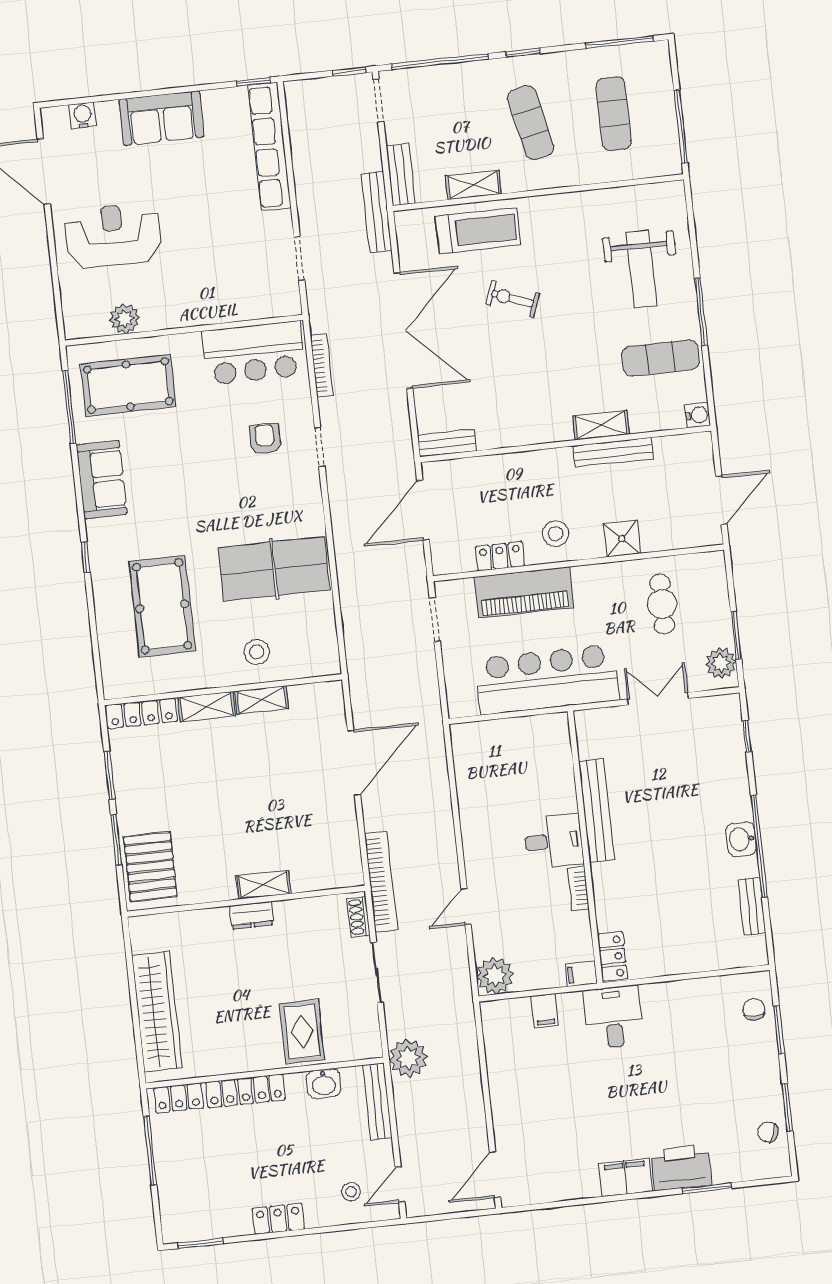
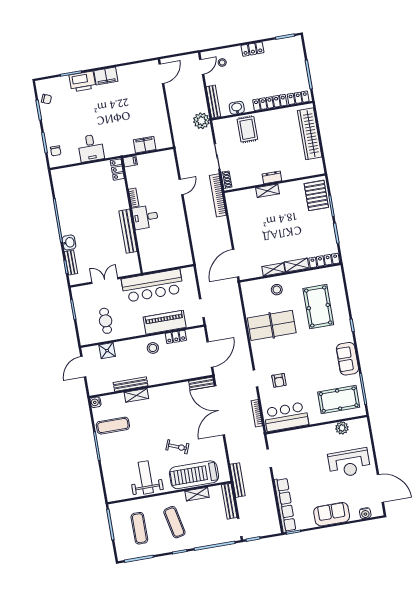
bench: (401, 175) -> (229, 501), width x1.36
treadmill: (478, 231) -> (194, 475), width x1.37, depth x1.38
weight bench: (641, 269) -> (146, 477), moved
double door: (403, 330) -> (220, 410), moved
shower: (622, 539) -> (107, 351), moved
plant: (721, 663) -> (79, 297), removed
double door: (658, 699) -> (105, 280), swing flipped
door: (354, 763) -> (236, 263), moved
washbasin: (741, 839) -> (69, 242), moved
bench: (752, 906) -> (71, 263), moved
plant: (495, 976) -> (167, 158), removed
filing cabinet: (545, 1011) -> (145, 145), width x2.00
desk: (613, 1017) -> (91, 148), moved

